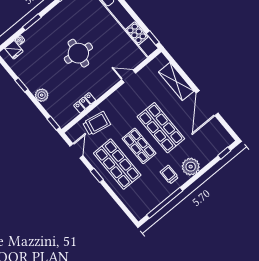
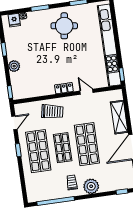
round table: (78, 53) -> (64, 26), moved
locker: (85, 103) -> (64, 88), moved
trolley: (97, 124) -> (52, 111), moved

